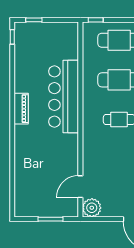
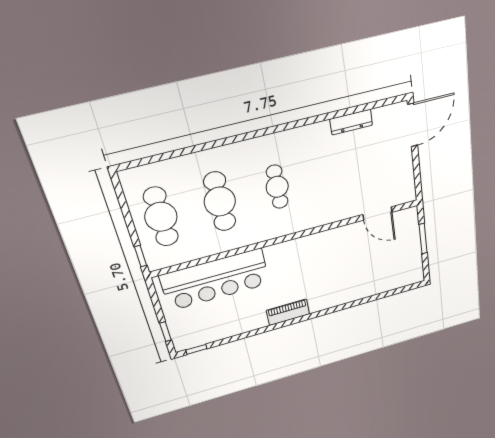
bar counter: (64, 96) -> (215, 280), moved
plant: (92, 208) -> (404, 191), removed

